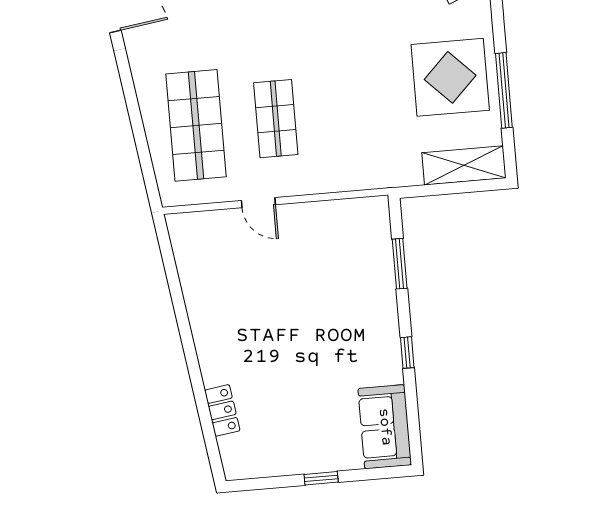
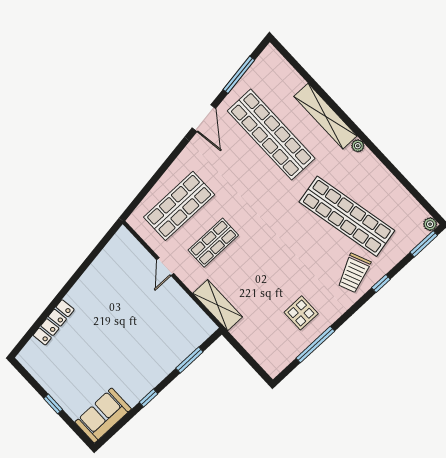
display table: (450, 77) -> (301, 313), width x0.54, depth x0.54
shelving: (464, 165) -> (218, 305), moved
locker: (222, 410) -> (54, 322), width x1.53

